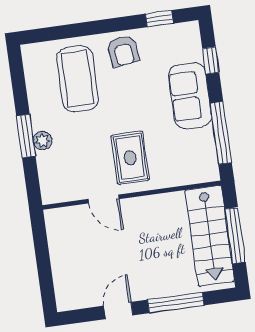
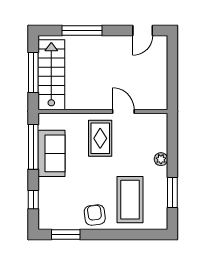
window: (159, 19) -> (66, 234), width x1.50
sofa: (190, 96) -> (51, 153), moved
window: (26, 136) -> (172, 193), moved
door: (118, 311) -> (143, 31), moved

